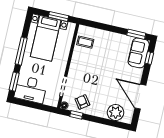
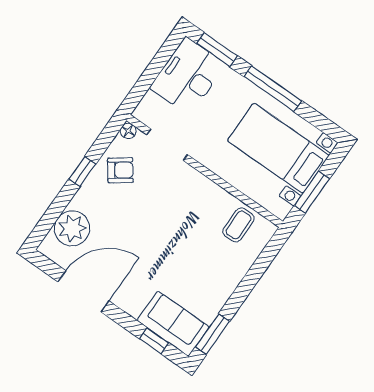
window: (76, 115) -> (82, 171), moved

